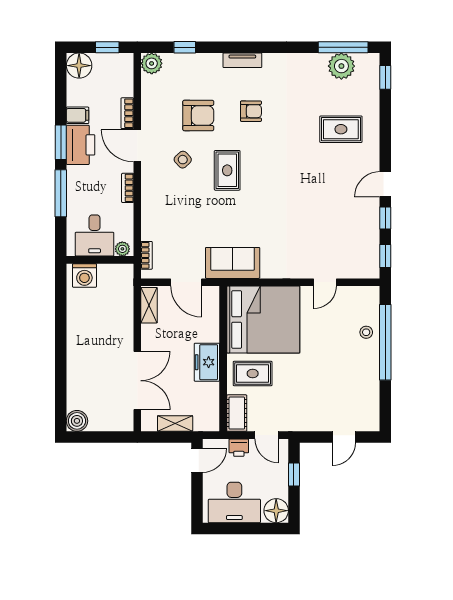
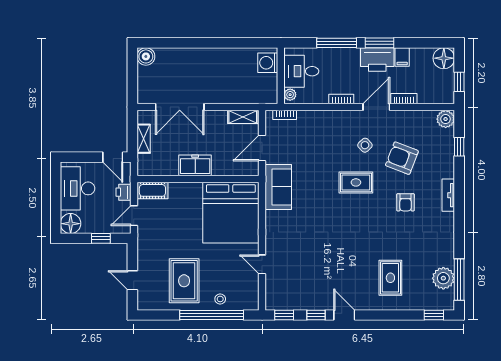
armchair: (198, 115) -> (402, 158), turned 111
rug: (253, 373) -> (184, 281), moved, width x1.36, depth x1.43

